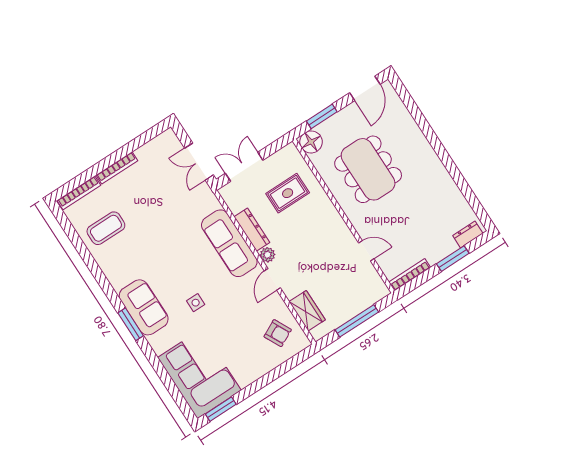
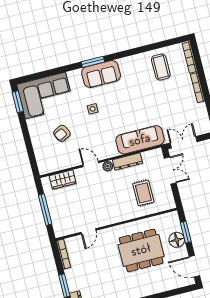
floor lamp: (311, 142) -> (177, 240), moved
sofa: (229, 243) -> (140, 140), moved
armchair: (278, 333) -> (62, 133), moved

